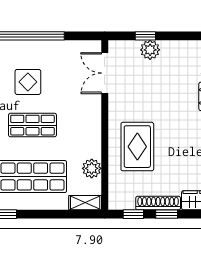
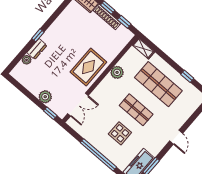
window: (145, 36) -> (50, 113), moved
rug: (137, 147) -> (88, 67), moved
plant: (92, 168) -> (117, 72), moved

